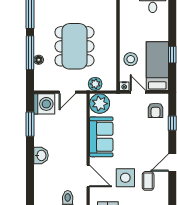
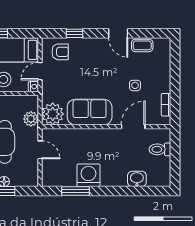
washing machine: (44, 104) -> (88, 175), moved
washbasin: (41, 155) -> (137, 179), moved
side table: (125, 178) -> (135, 85), width x0.54, depth x0.54
coffee table: (148, 181) -> (142, 45), moved

